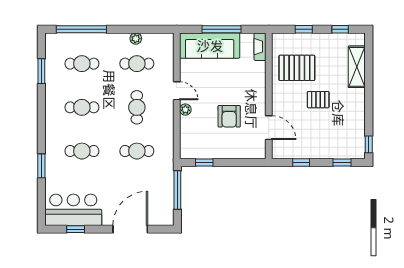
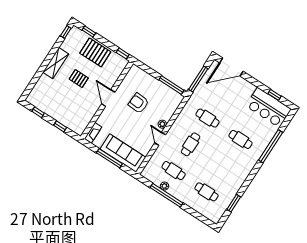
window: (81, 29) -> (167, 195), moved
shelving: (357, 67) -> (56, 63), moved
pallet: (297, 68) -> (95, 52), moved
cafe table: (82, 107) -> (224, 166), removed
armchair: (229, 116) -> (139, 103), turned -87
door: (269, 128) -> (108, 98), moved
window: (204, 162) -> (171, 85), width x2.17
window: (301, 162) -> (123, 53), moved
window: (41, 166) -> (271, 146), width x2.11
door: (130, 229) -> (231, 67), moved

